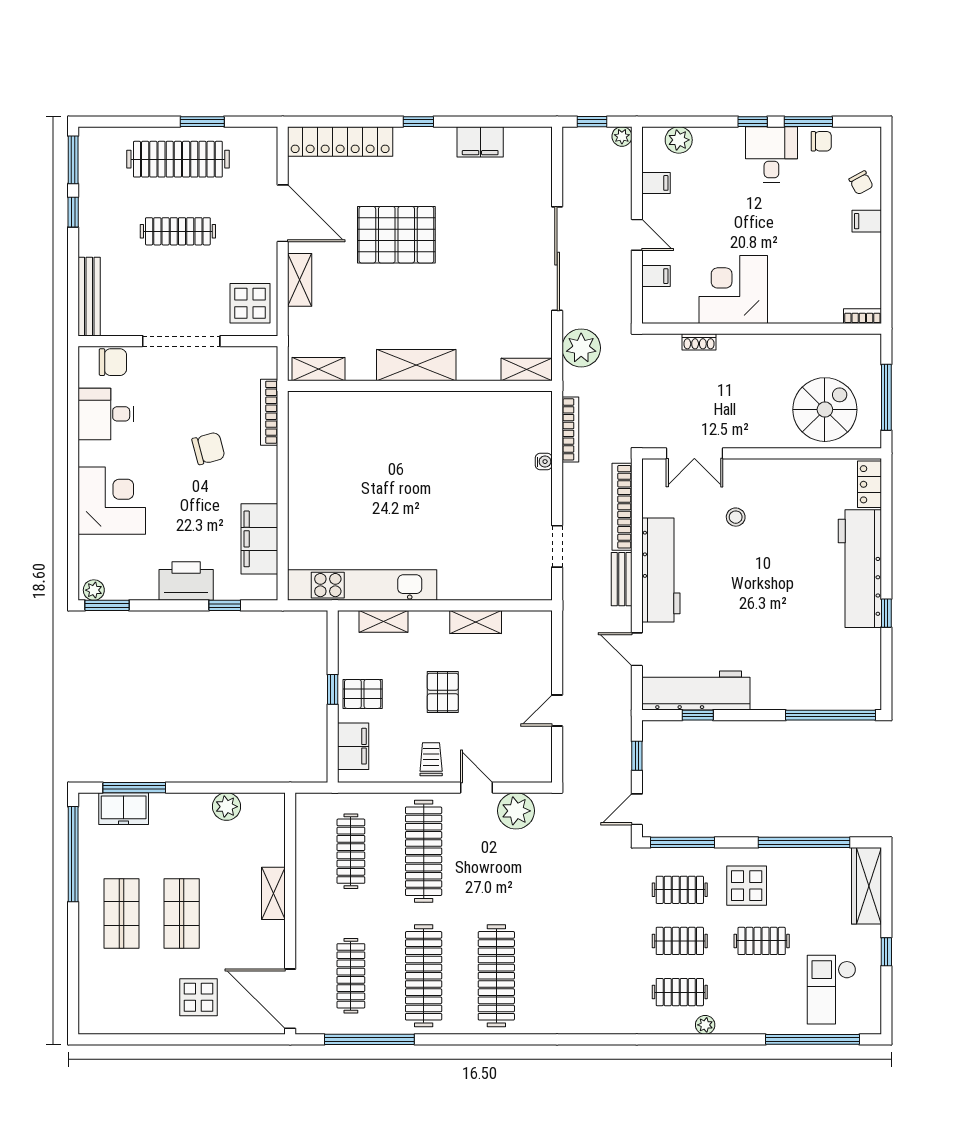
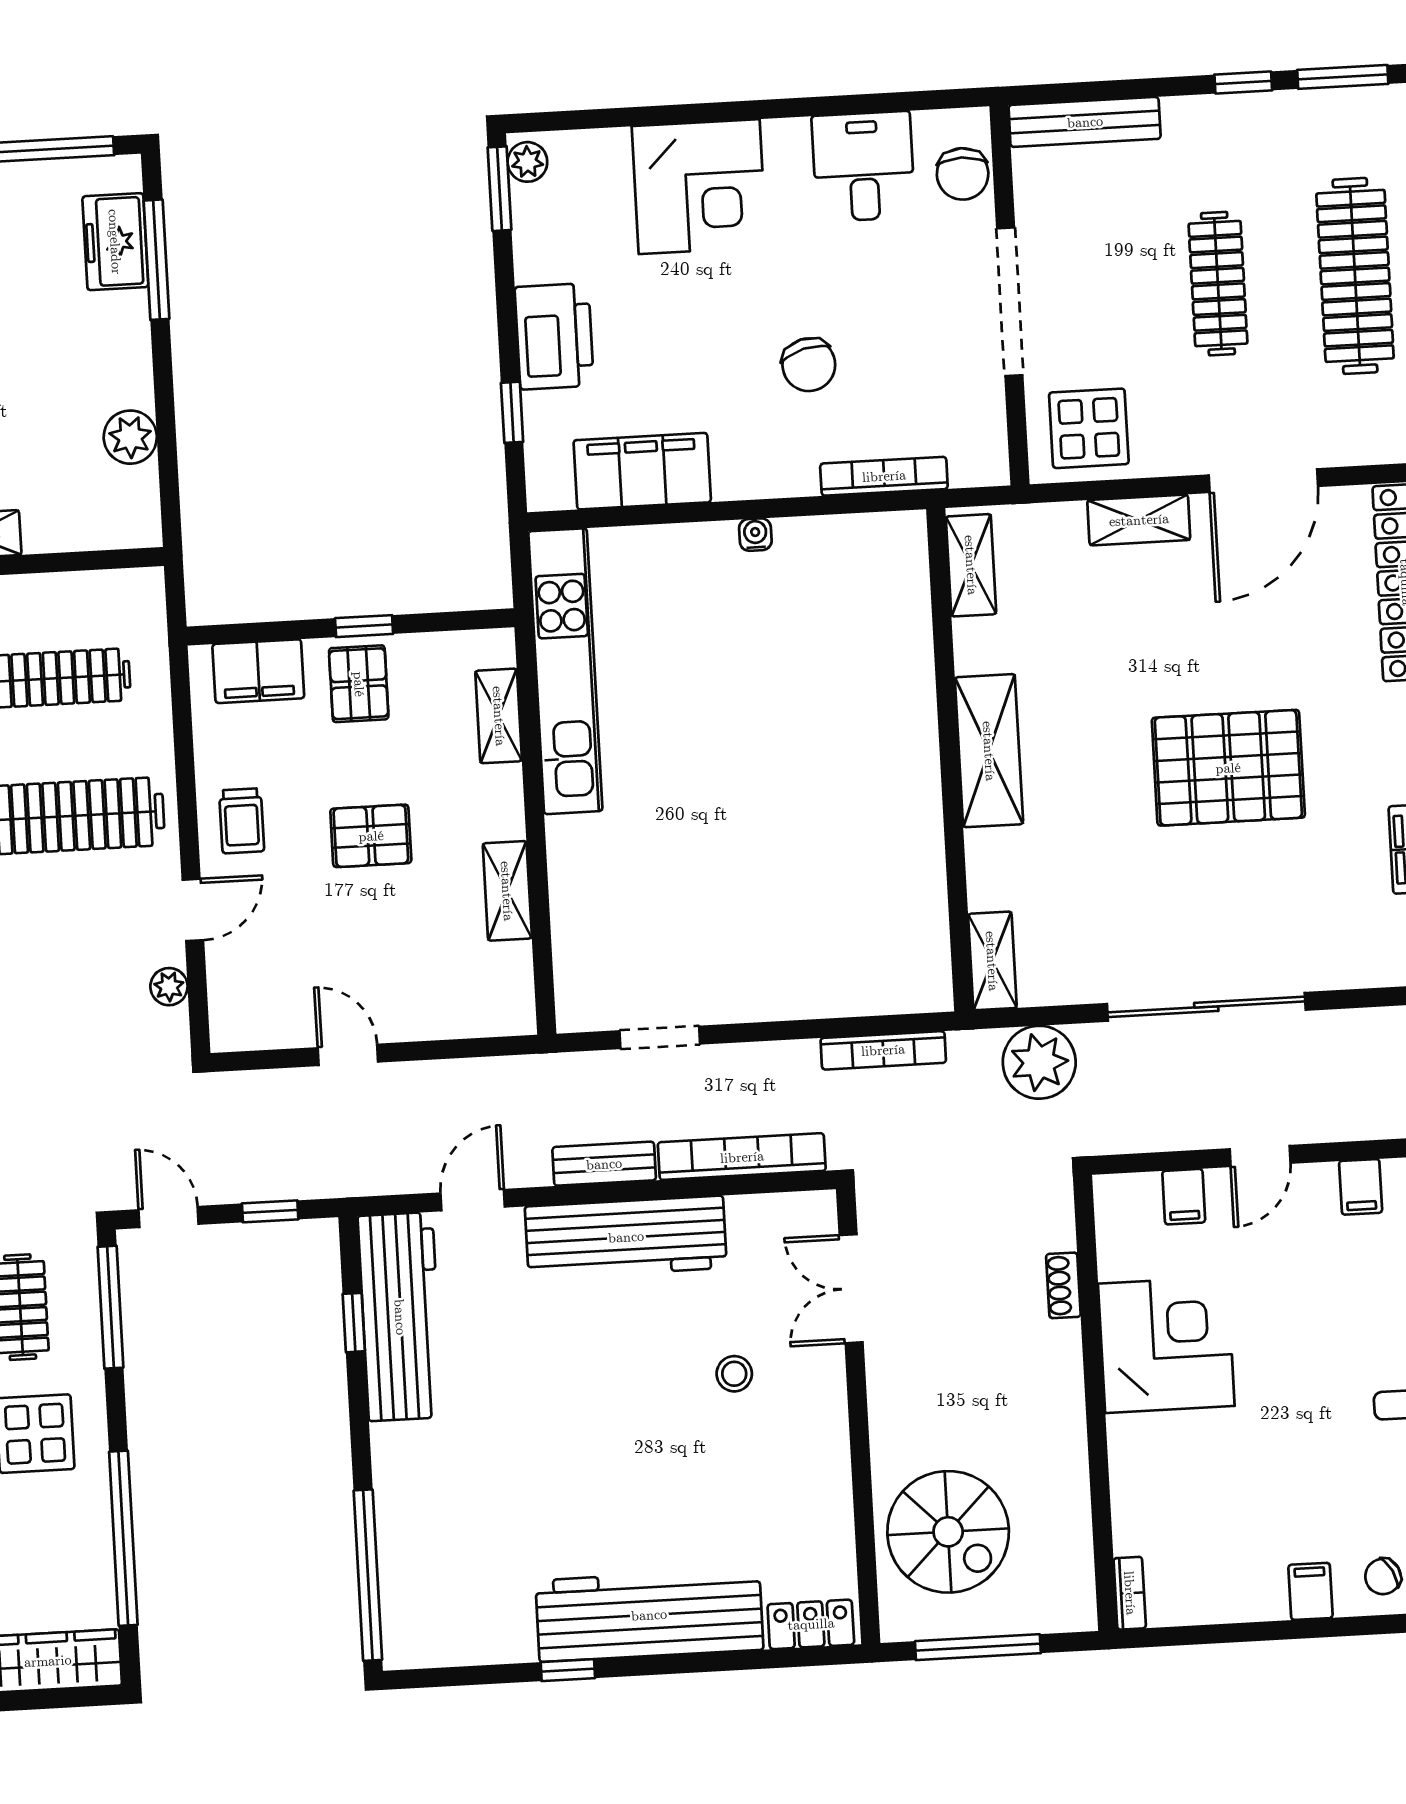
pallet: (396, 235) -> (1228, 768), moved, turned 90
water cooler: (544, 462) -> (755, 535), moved, turned 180
trolley: (431, 759) -> (242, 821), turned 90
plant: (516, 811) -> (169, 987), width x0.53, depth x0.53

